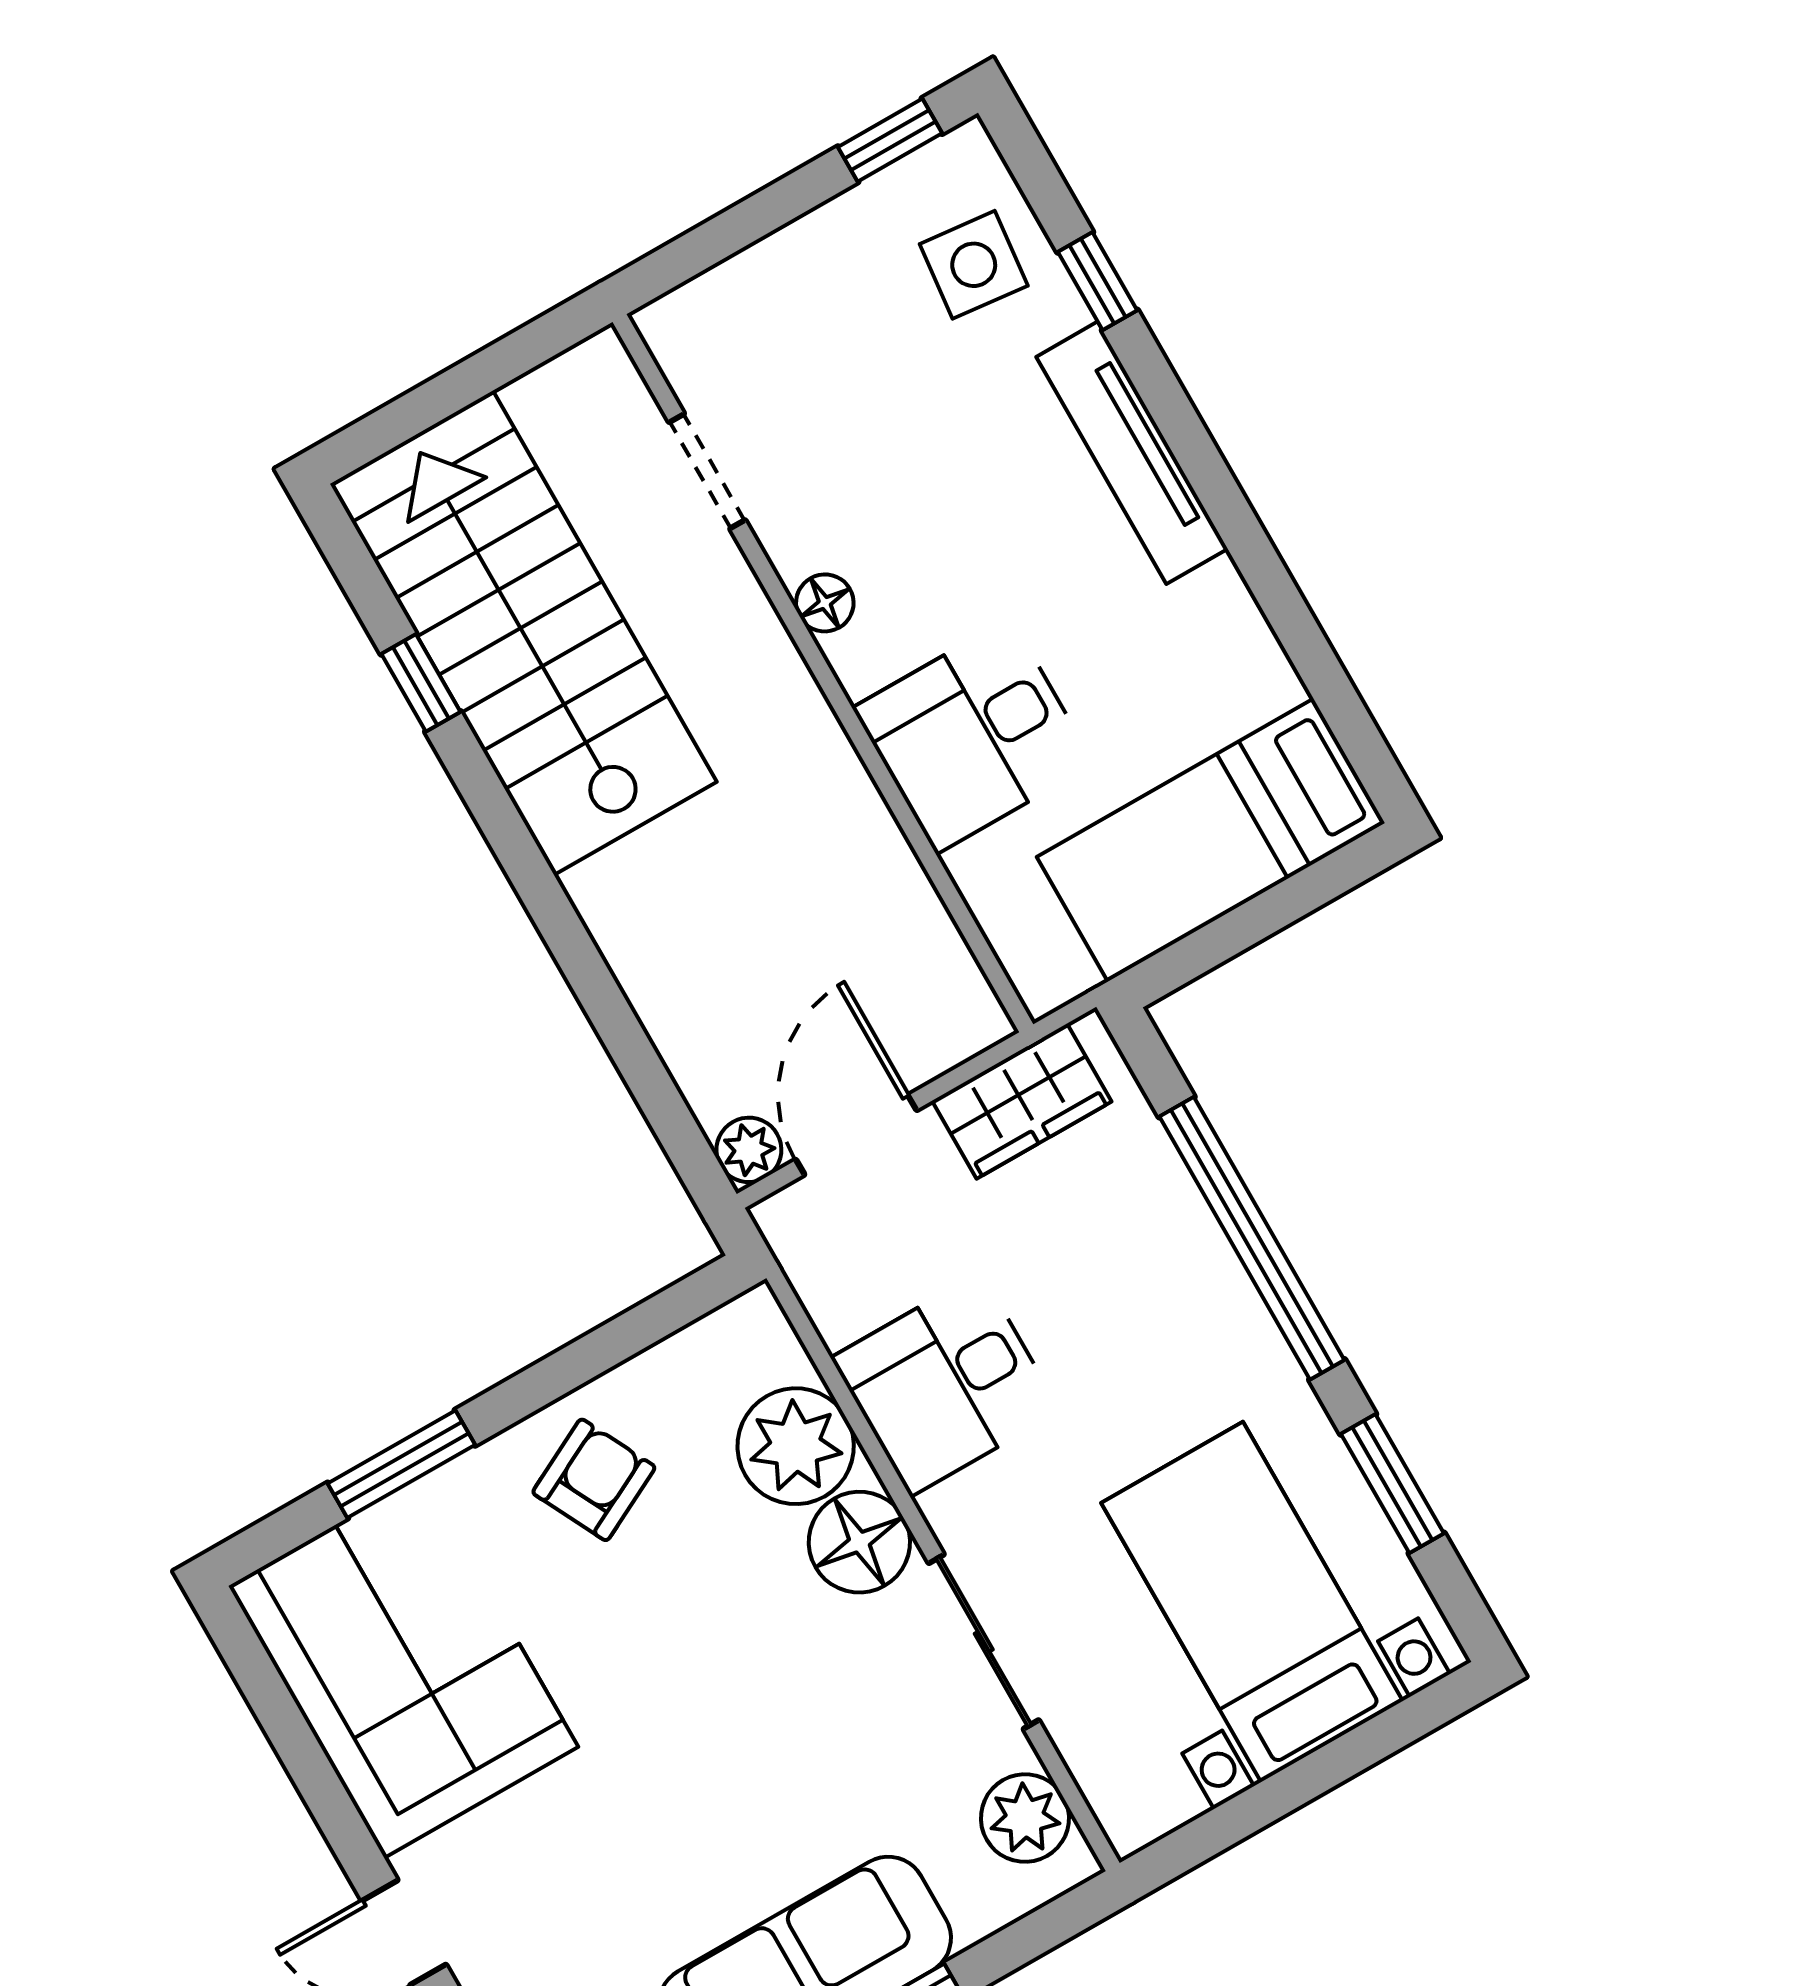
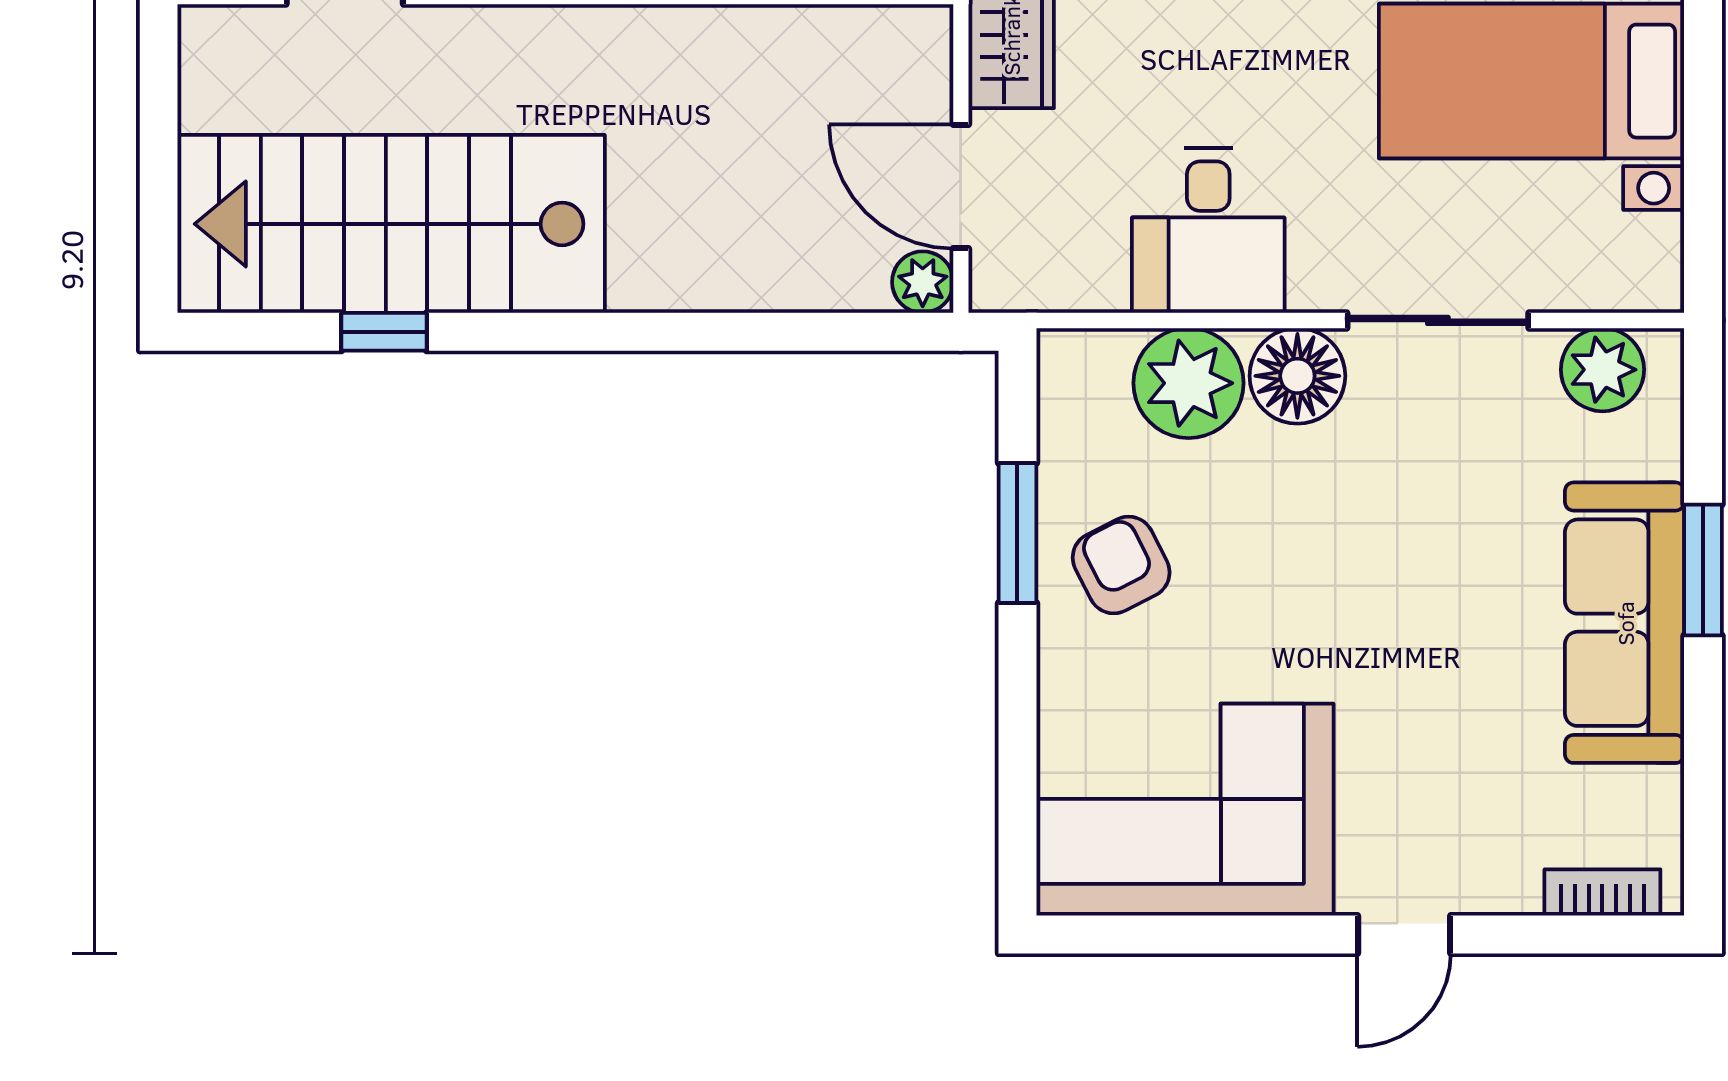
window: (401, 1464) -> (1017, 533), moved

